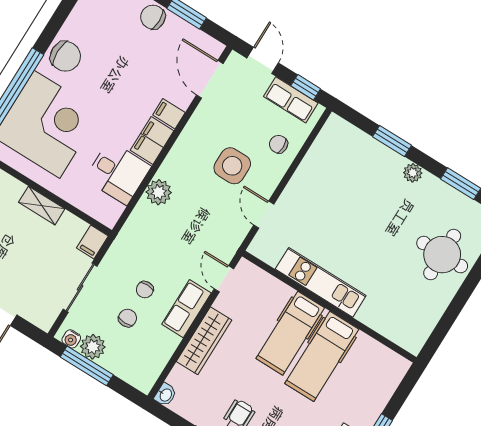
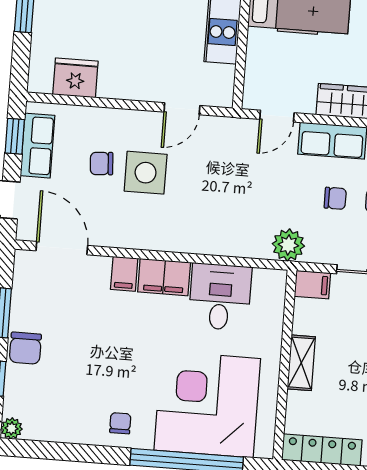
chair: (65, 56) -> (120, 423), width x0.54, depth x0.54
door: (210, 79) -> (62, 248), swing flipped
chair: (279, 144) -> (102, 164), moved, turned 86
fridge: (324, 151) -> (75, 78), added
plant: (159, 192) -> (288, 245), moved

